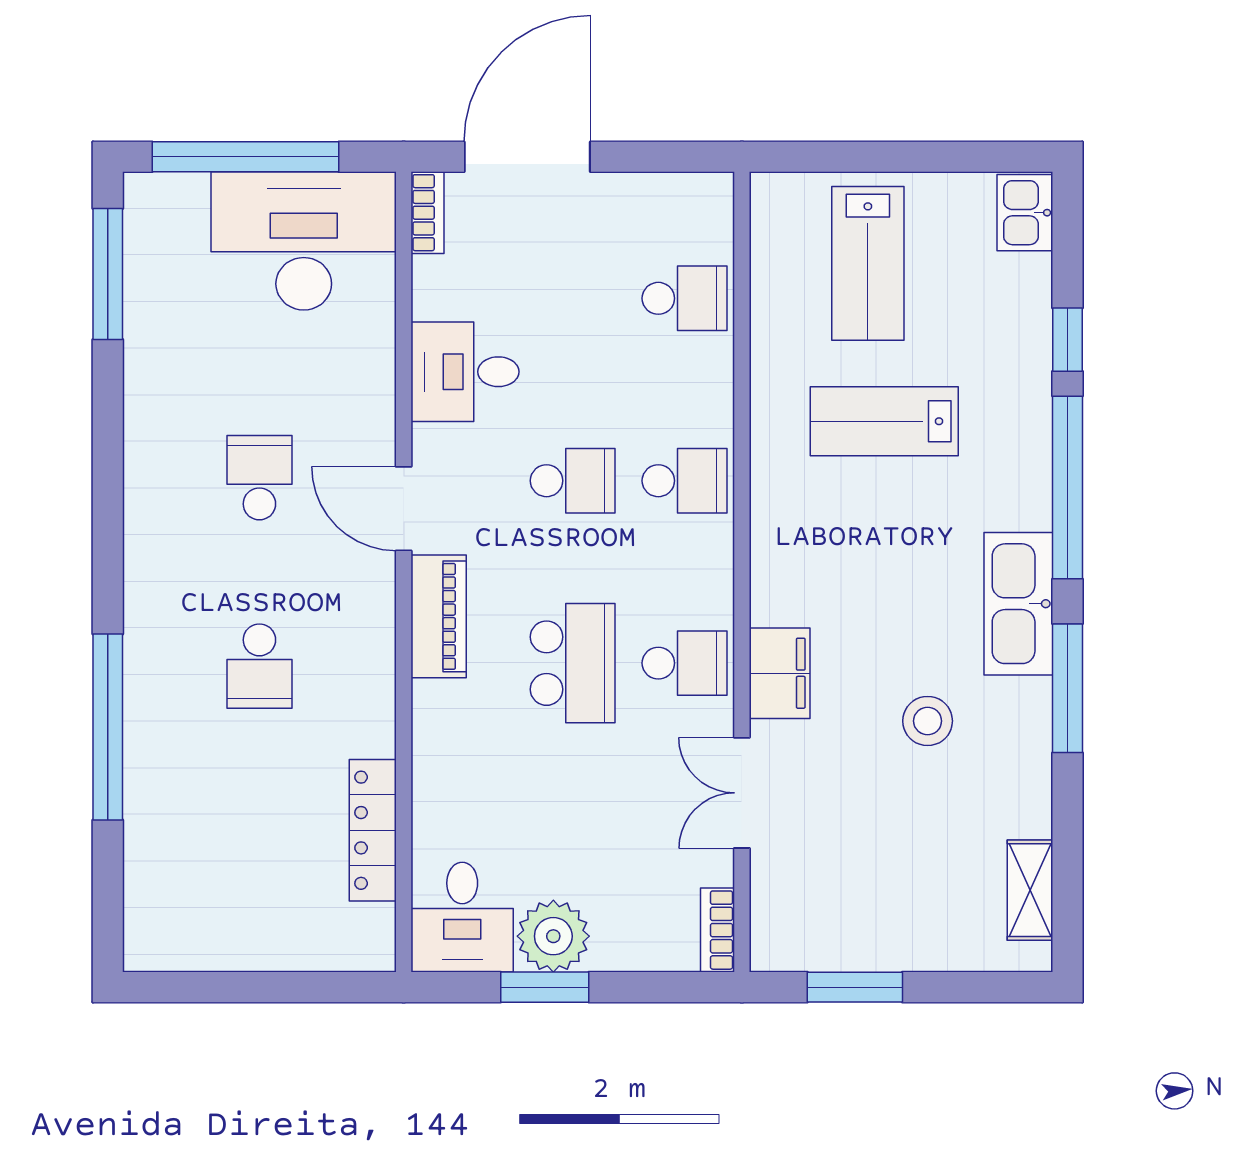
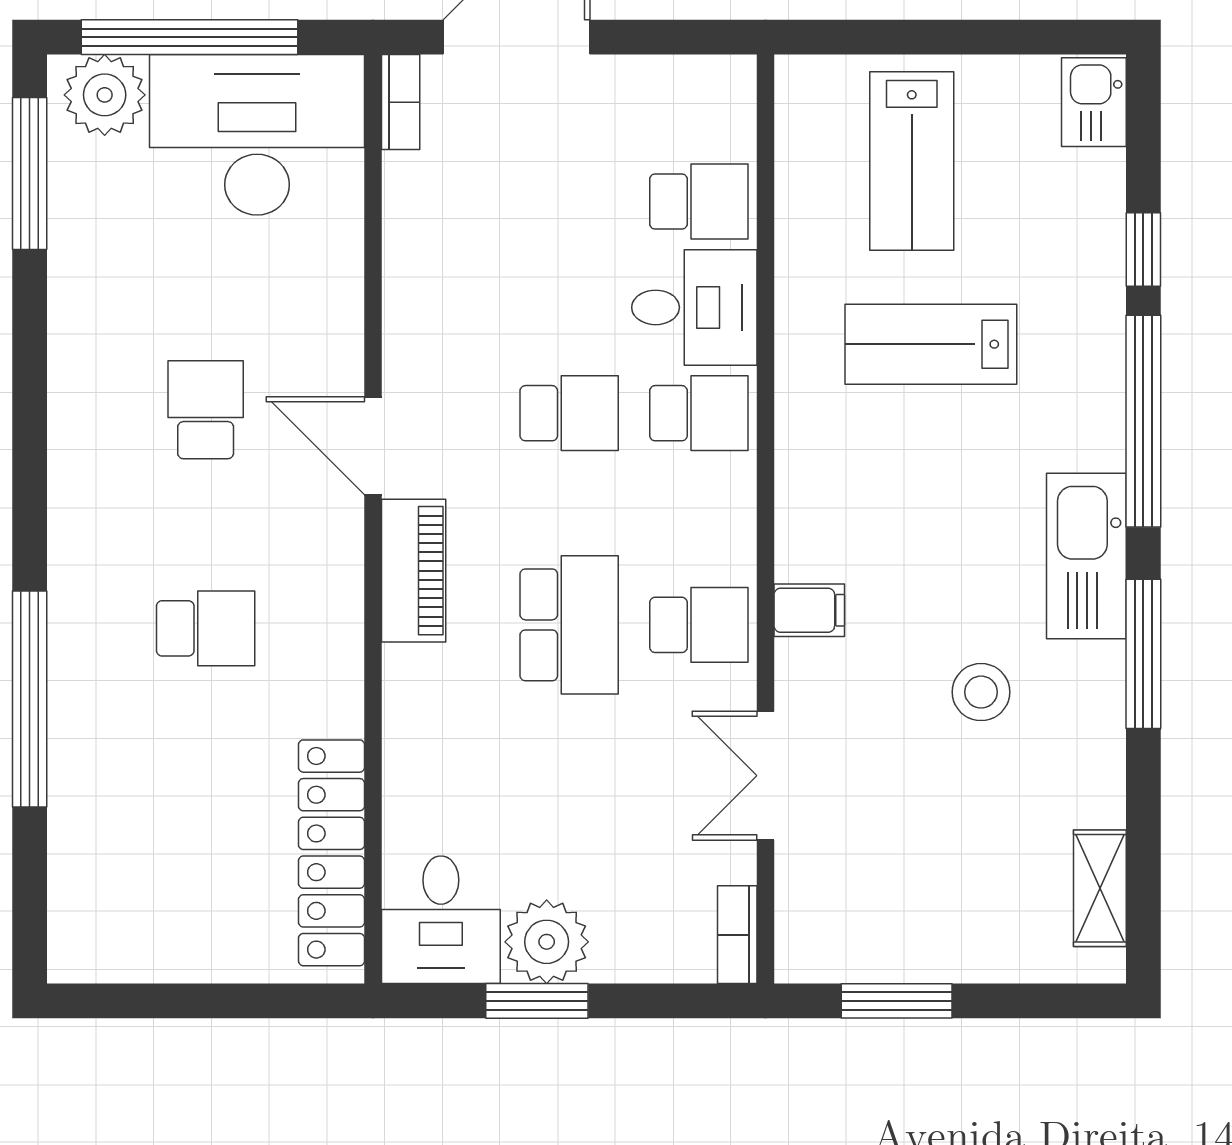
plant: (172, 206) -> (105, 95), added
desk: (465, 372) -> (694, 307), moved, turned 180
school desk: (259, 666) -> (206, 628), turned -90
filing cabinet: (780, 673) -> (809, 610), width x0.50
locker: (373, 830) -> (331, 853), width x1.41, depth x1.21

